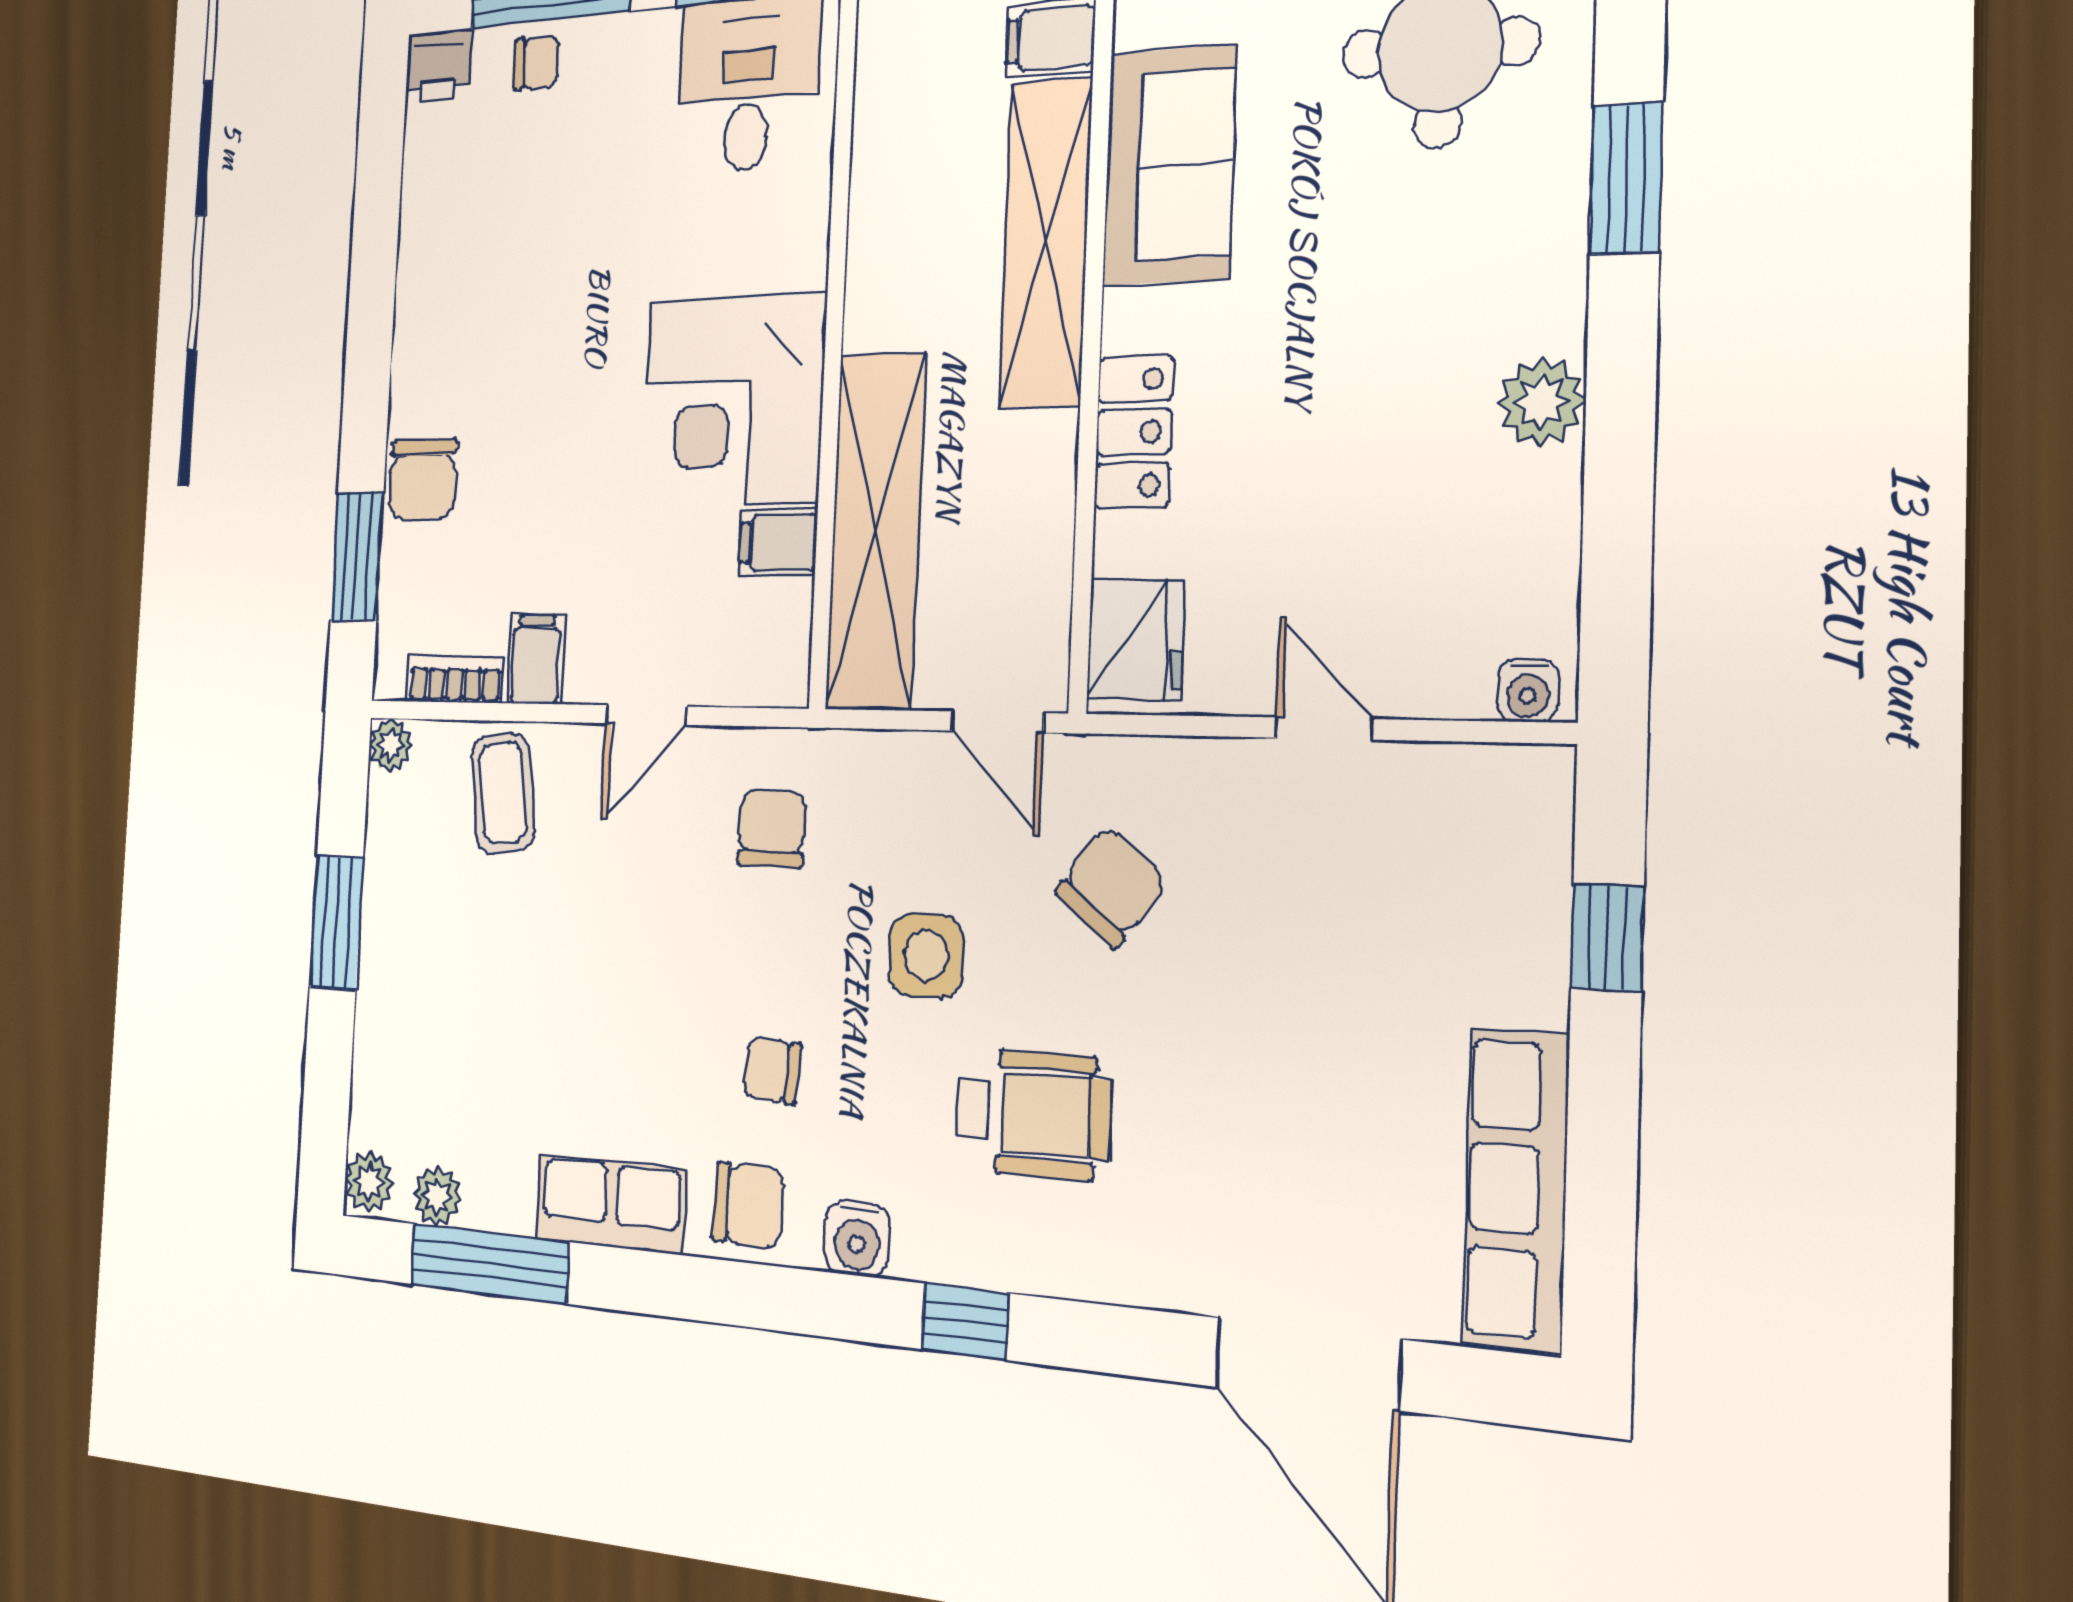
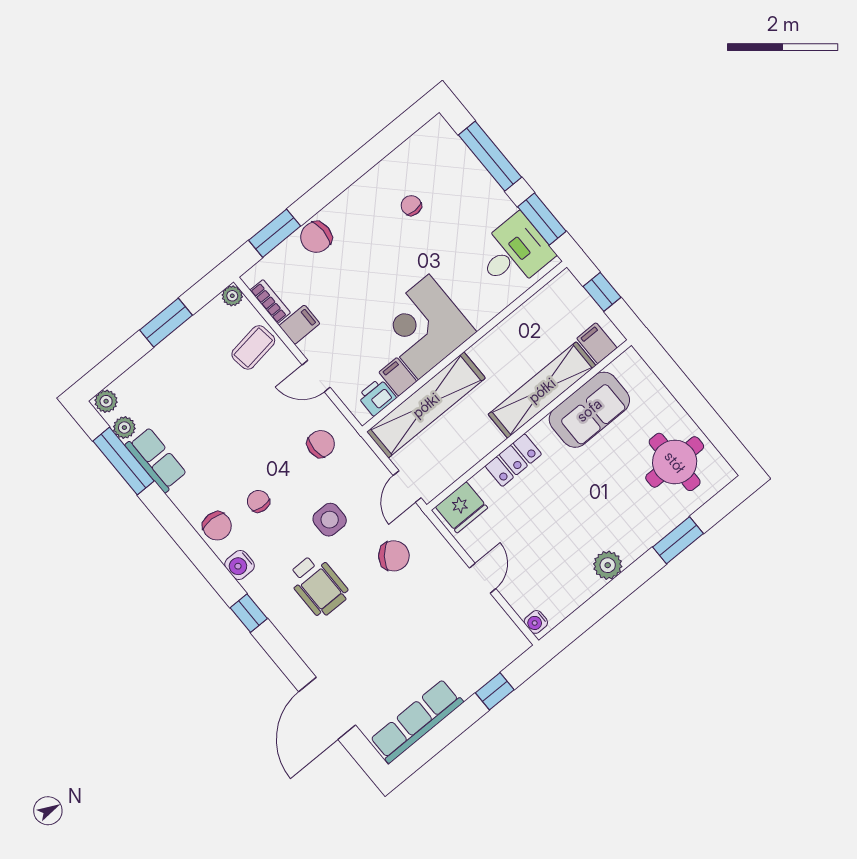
chair: (537, 63) -> (411, 205), moved, turned 180
printer: (438, 66) -> (377, 397), moved, turned 90
row of seats: (611, 1204) -> (156, 460), moved

